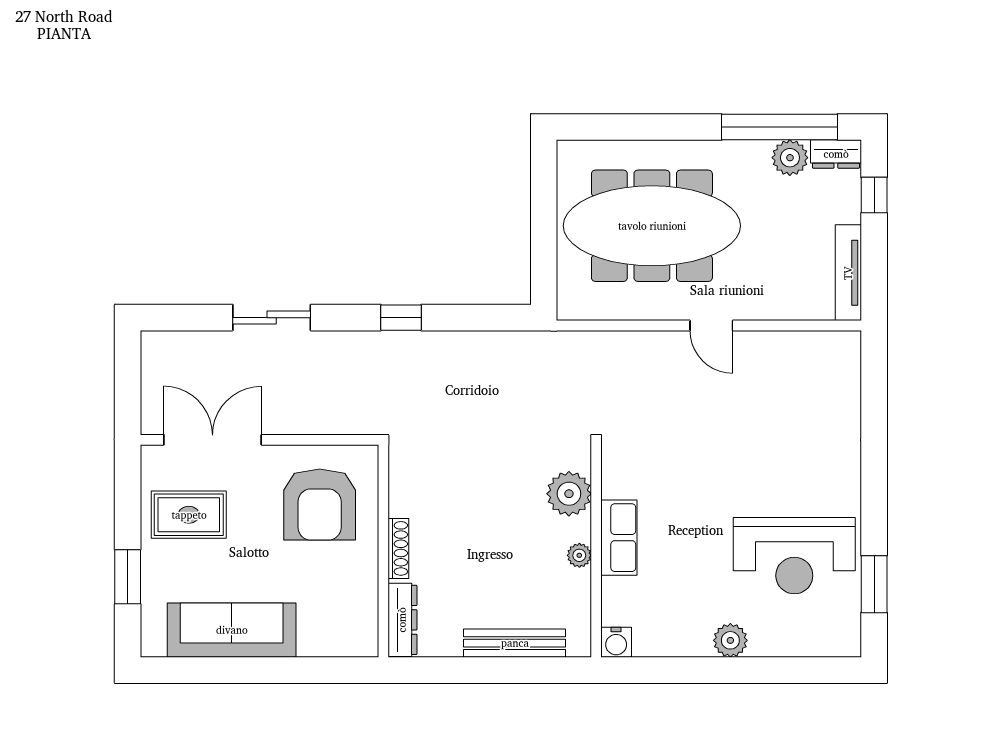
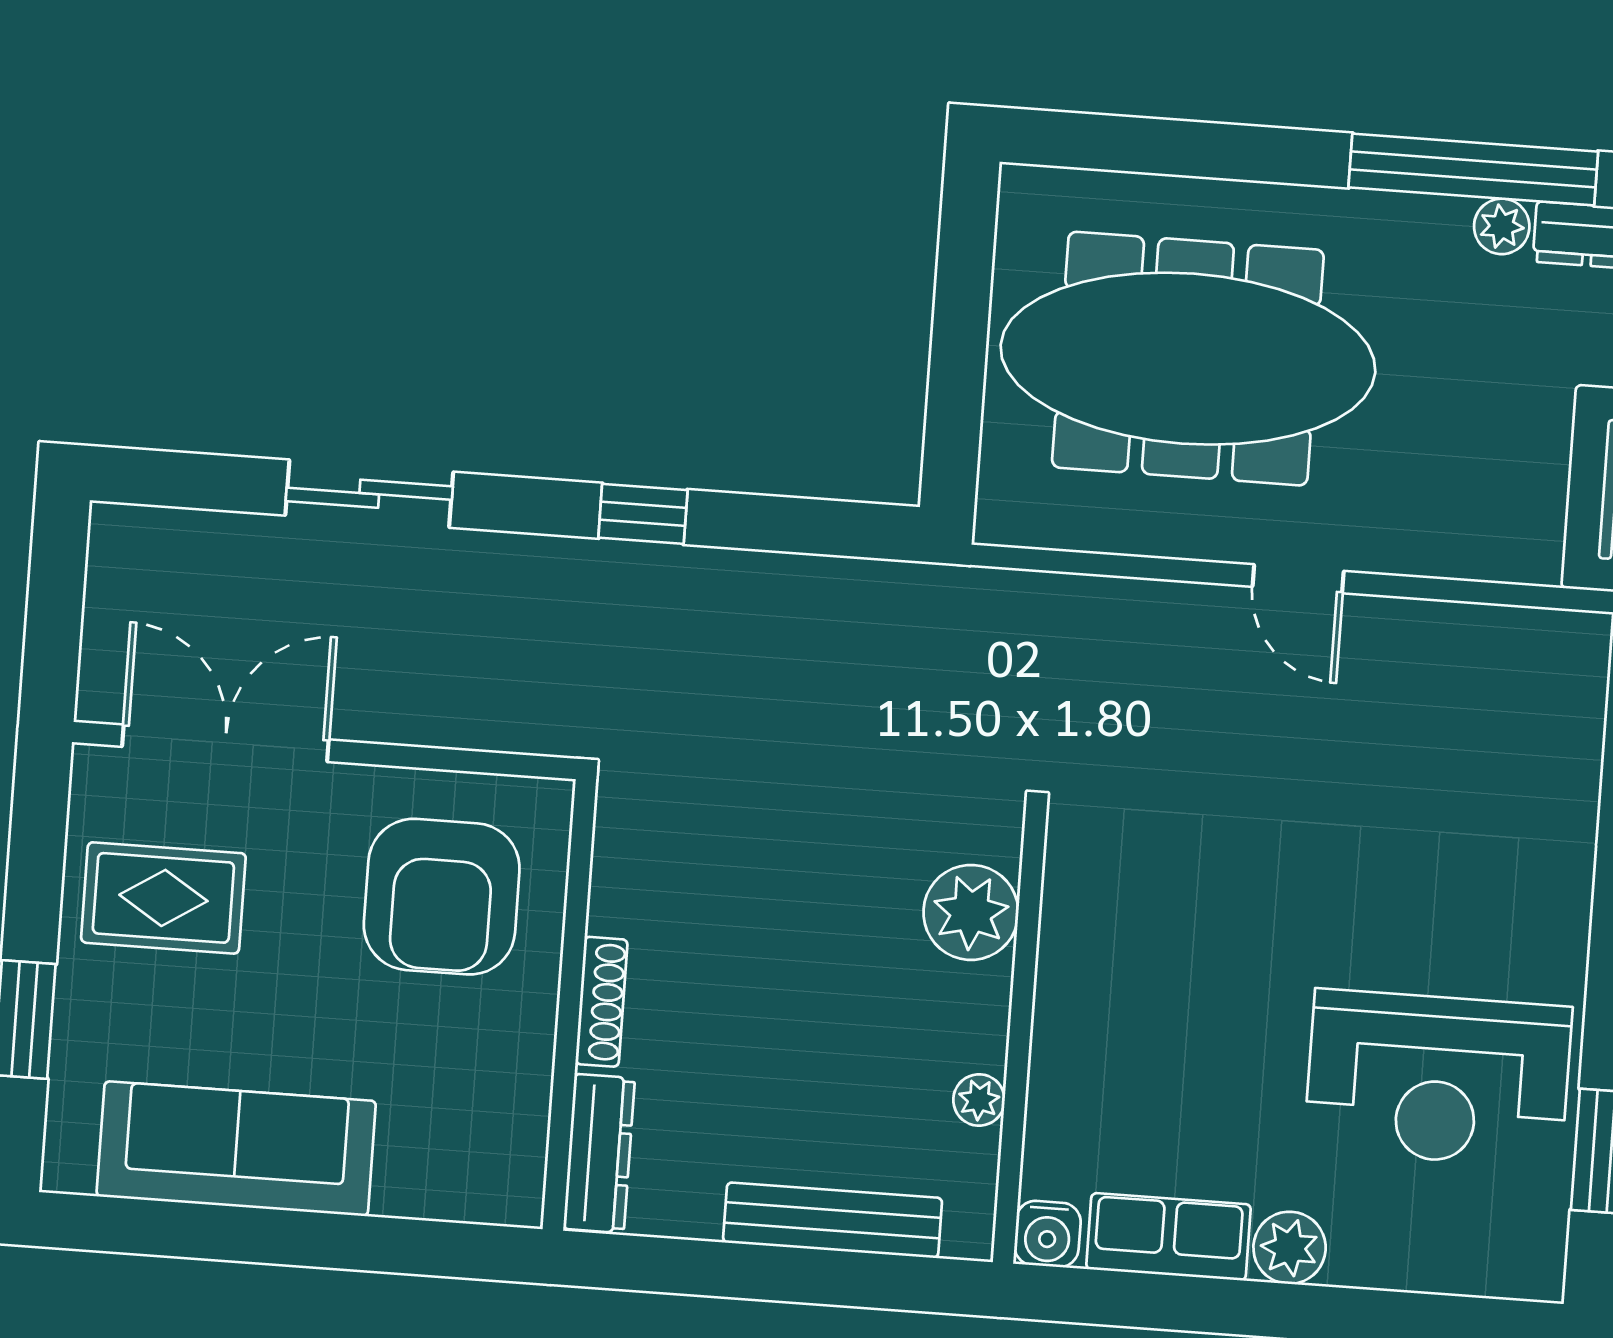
plant: (790, 158) -> (1502, 226), width x0.73, depth x0.73
row of seats: (619, 538) -> (1169, 1237), moved, turned -90
plant: (579, 555) -> (979, 1100), moved

